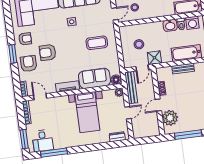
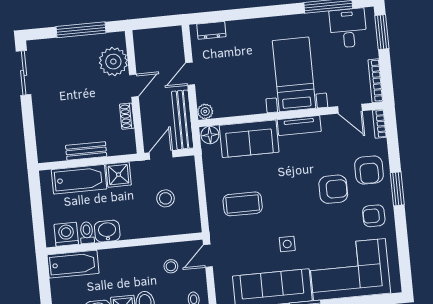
shower: (154, 58) -> (119, 175), moved
bed with nightstands: (87, 112) -> (294, 74), moved

